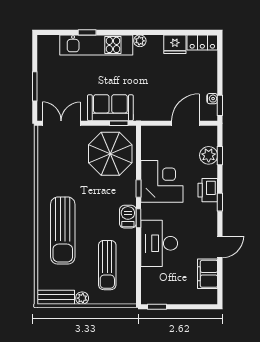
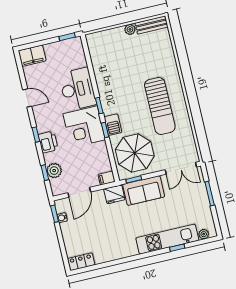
plant: (140, 41) -> (204, 234), moved
fridge: (175, 44) -> (114, 194), moved, turned 180
filing cabinet: (150, 132) -> (107, 178), added
corner desk: (162, 181) -> (84, 127), moved
barbecue: (128, 217) -> (113, 125), moved
sun lounger: (63, 231) -> (160, 106), moved, turned 180
door: (220, 247) -> (27, 98), swing flipped
sun lounger: (107, 265) -> (116, 61), removed
filing cabinet: (208, 274) -> (32, 56), moved, turned 90

